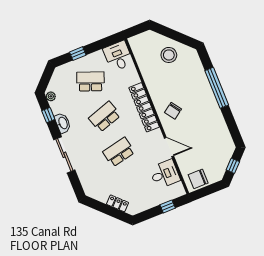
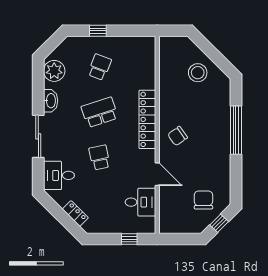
desk: (118, 56) -> (59, 175), moved, turned -90
school desk: (90, 81) -> (100, 67), width x0.54
plant: (51, 96) -> (54, 71), width x1.87, depth x1.87
window: (48, 115) -> (38, 85), removed
school desk: (119, 152) -> (100, 157), width x0.54
chair: (198, 179) -> (203, 200), moved, turned 90

